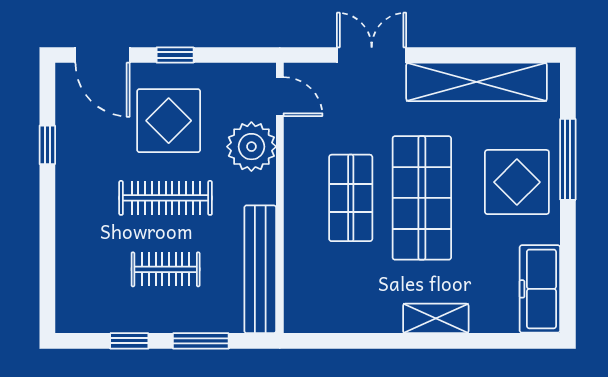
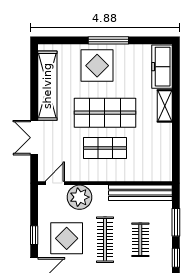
window: (568, 159) -> (108, 40), moved
freezer: (540, 289) -> (162, 67), moved, turned 90

